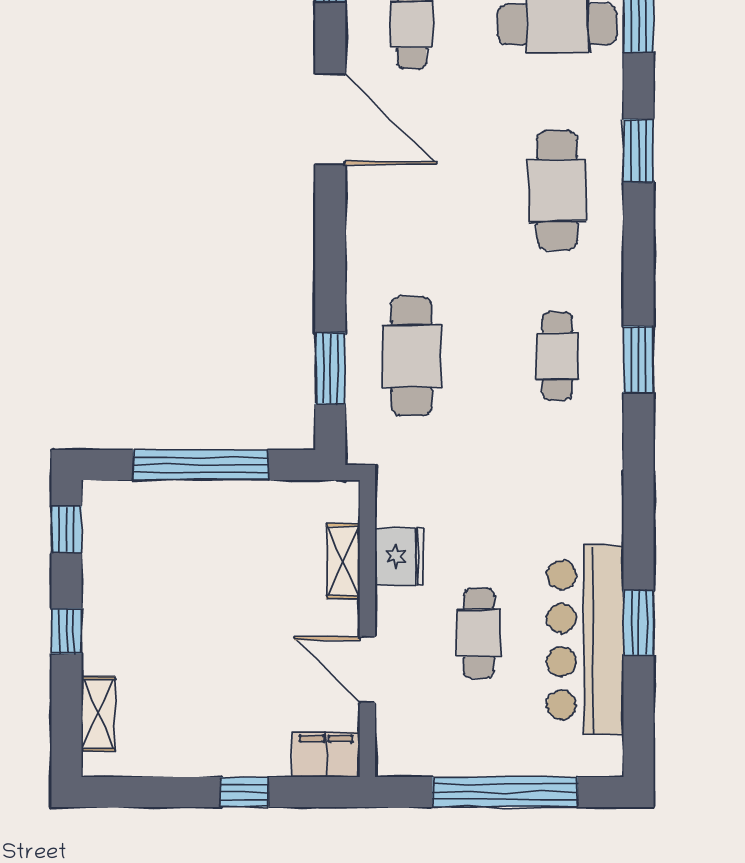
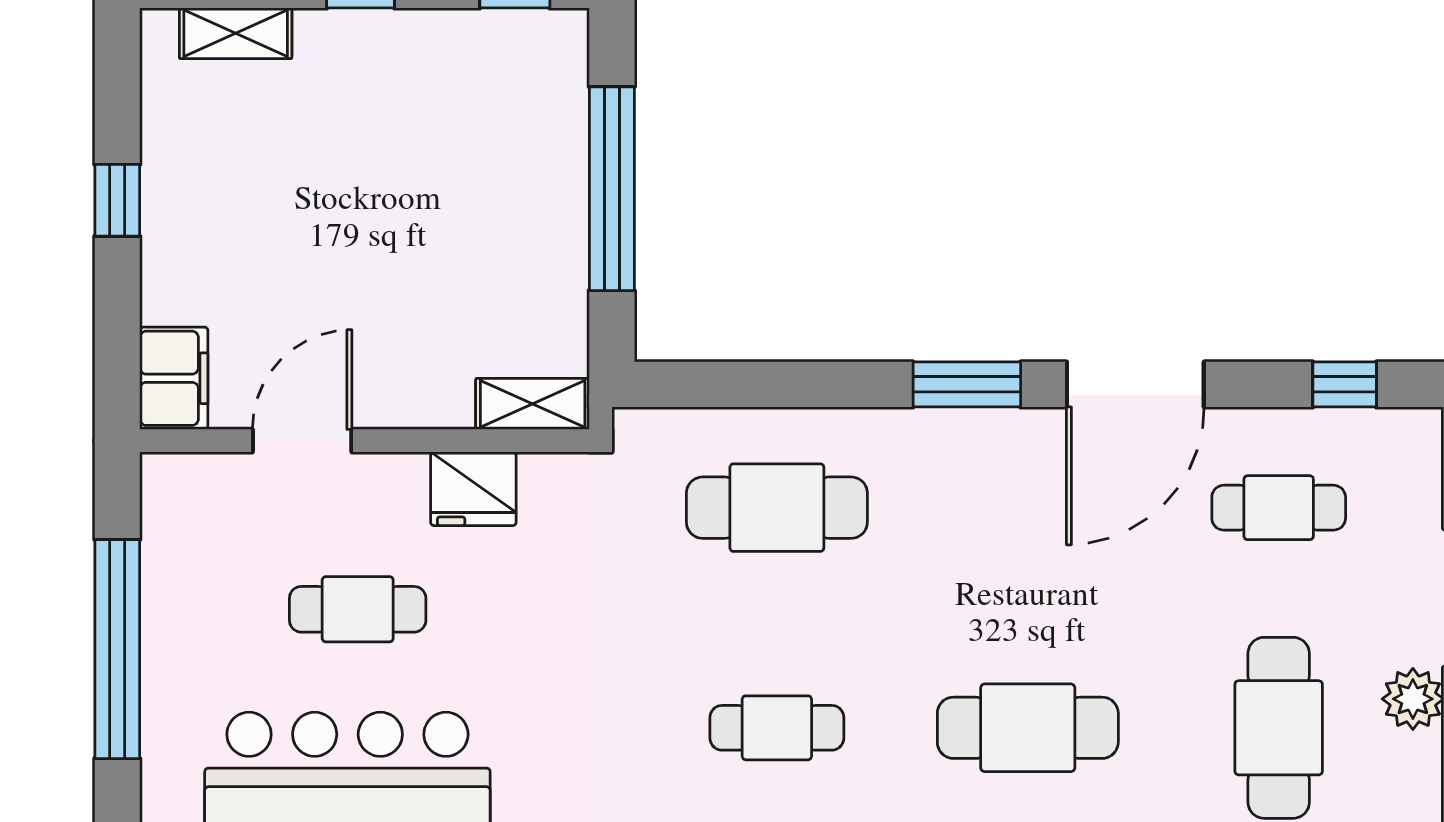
window: (330, 368) -> (967, 384), moved
shelving: (343, 561) -> (533, 404), moved
window: (244, 792) -> (117, 200), moved

